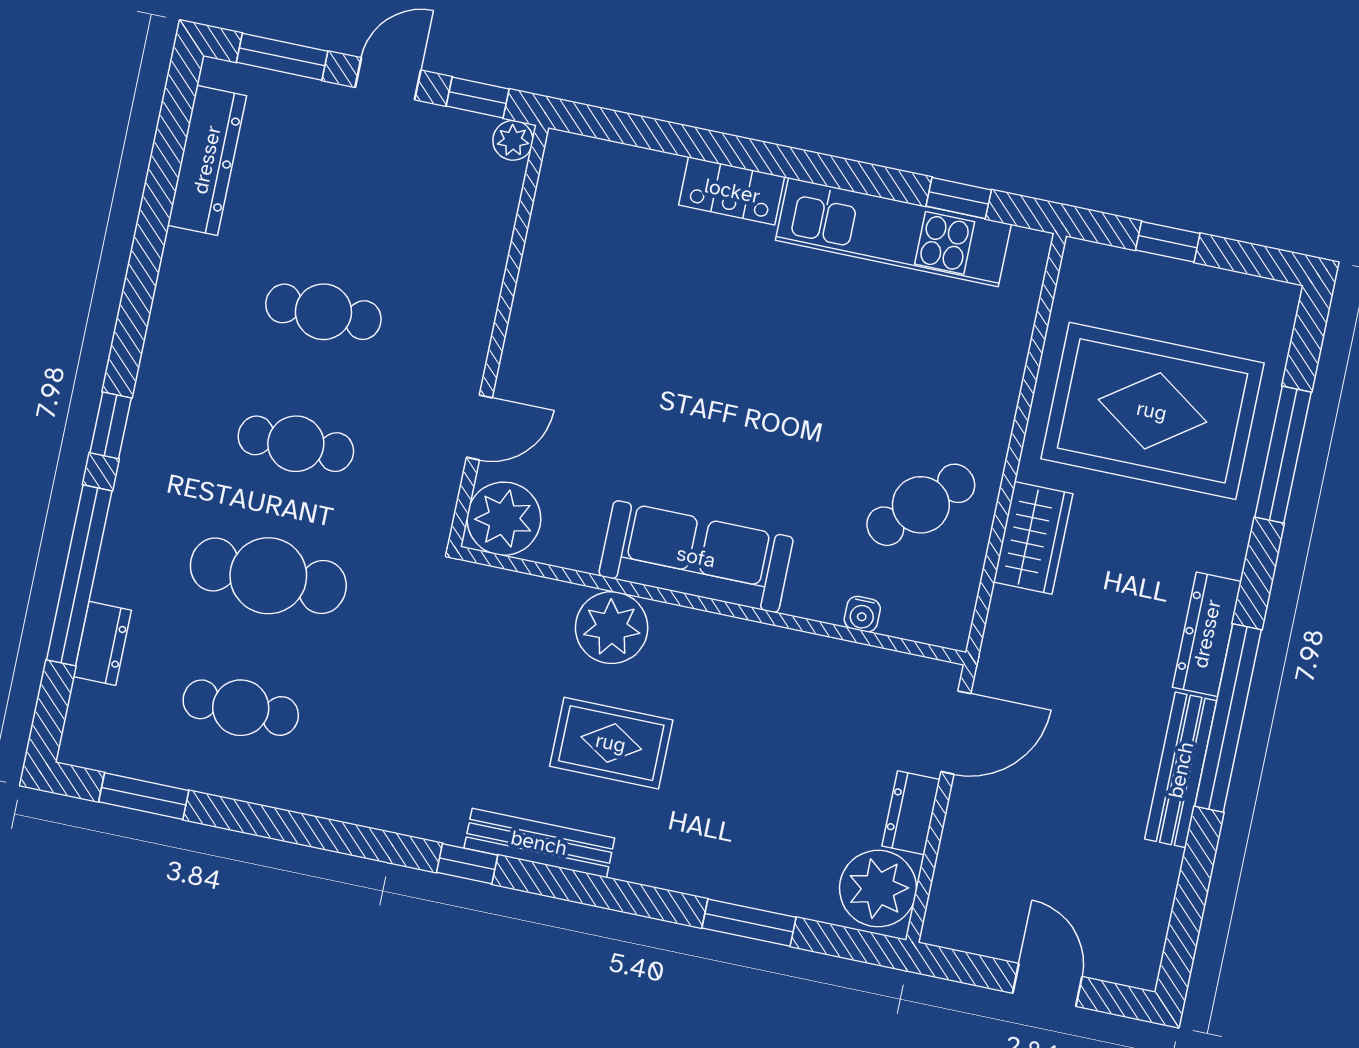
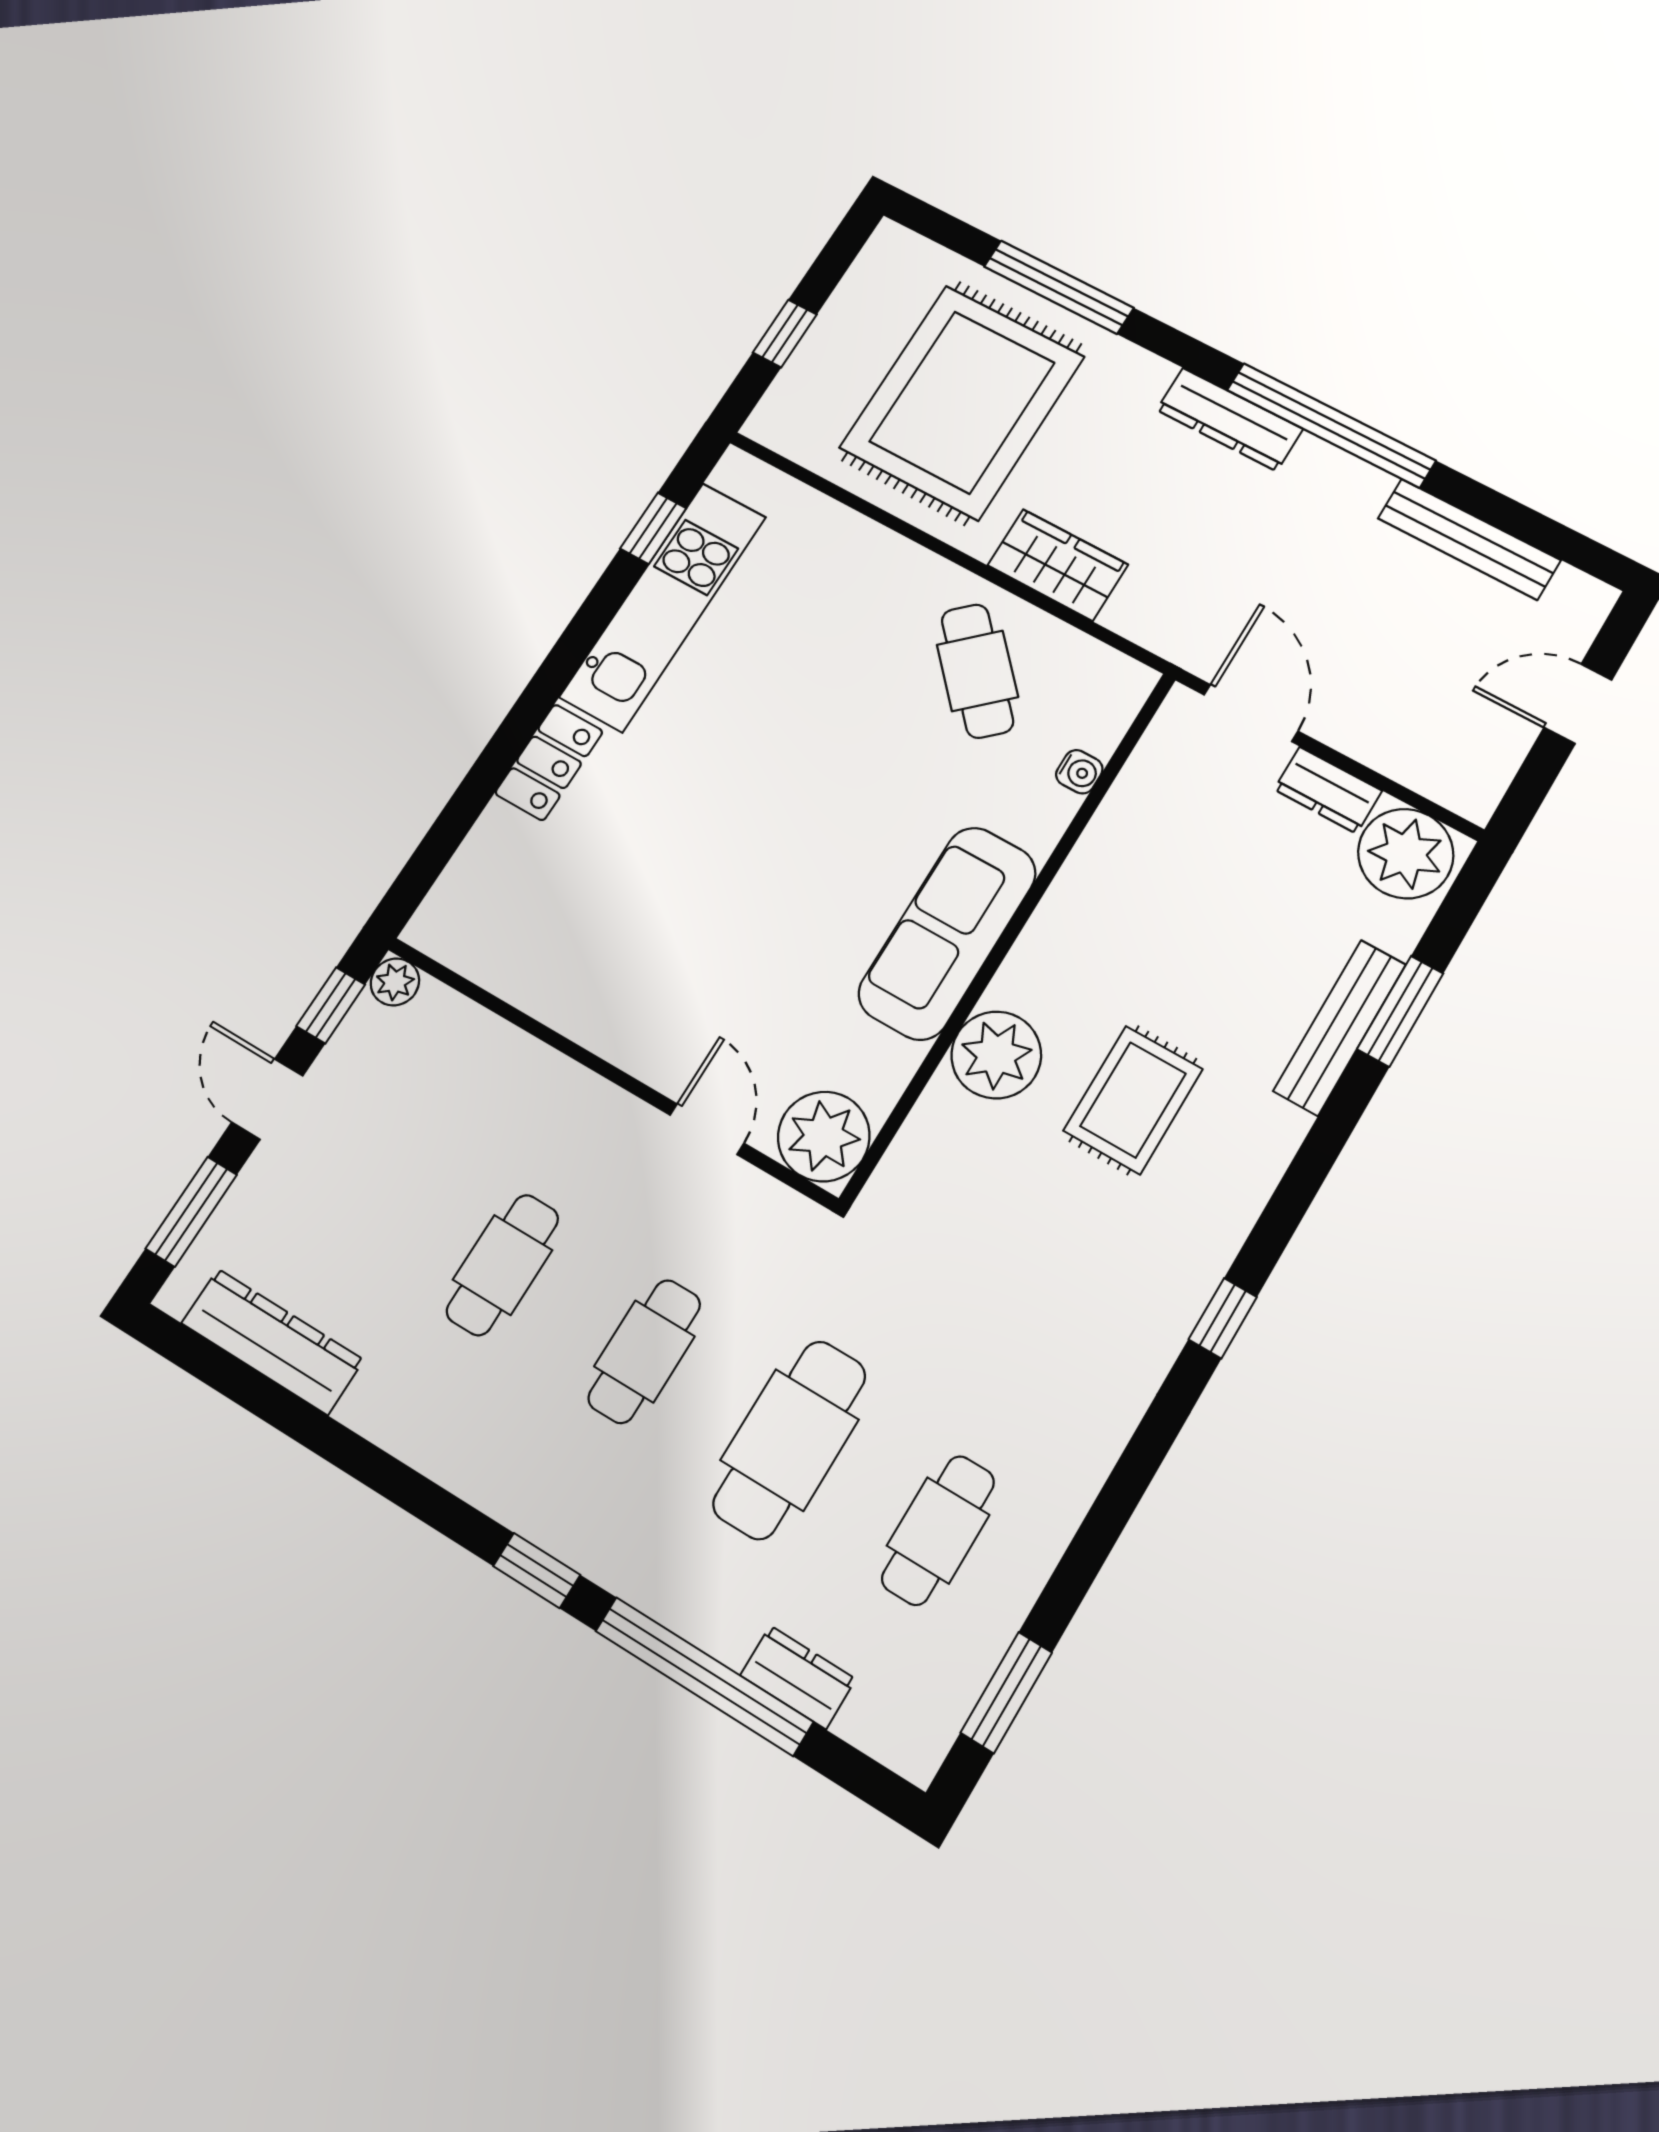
bench: (1181, 770) -> (1469, 539), moved
bench: (539, 843) -> (1340, 1028), moved

